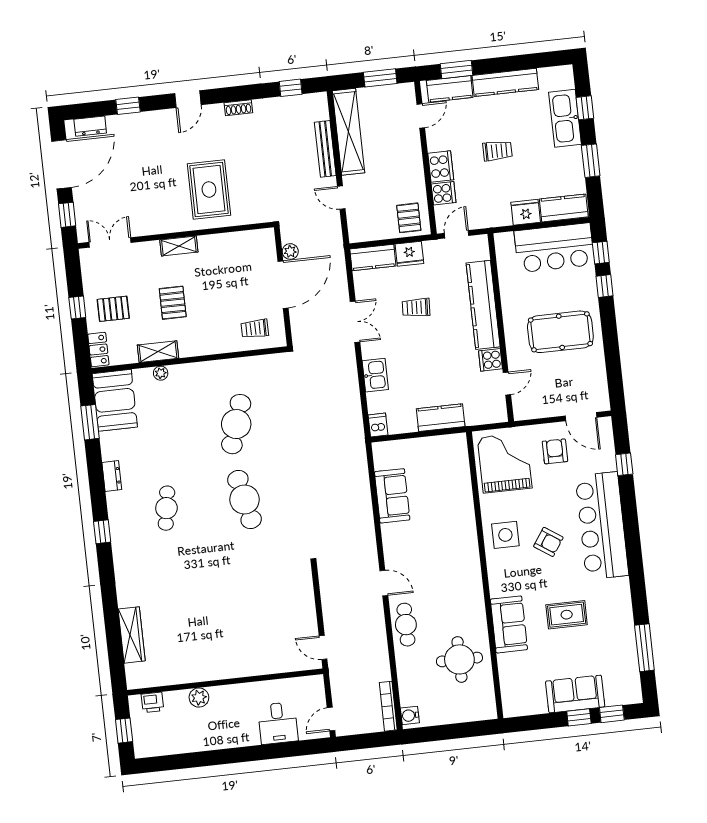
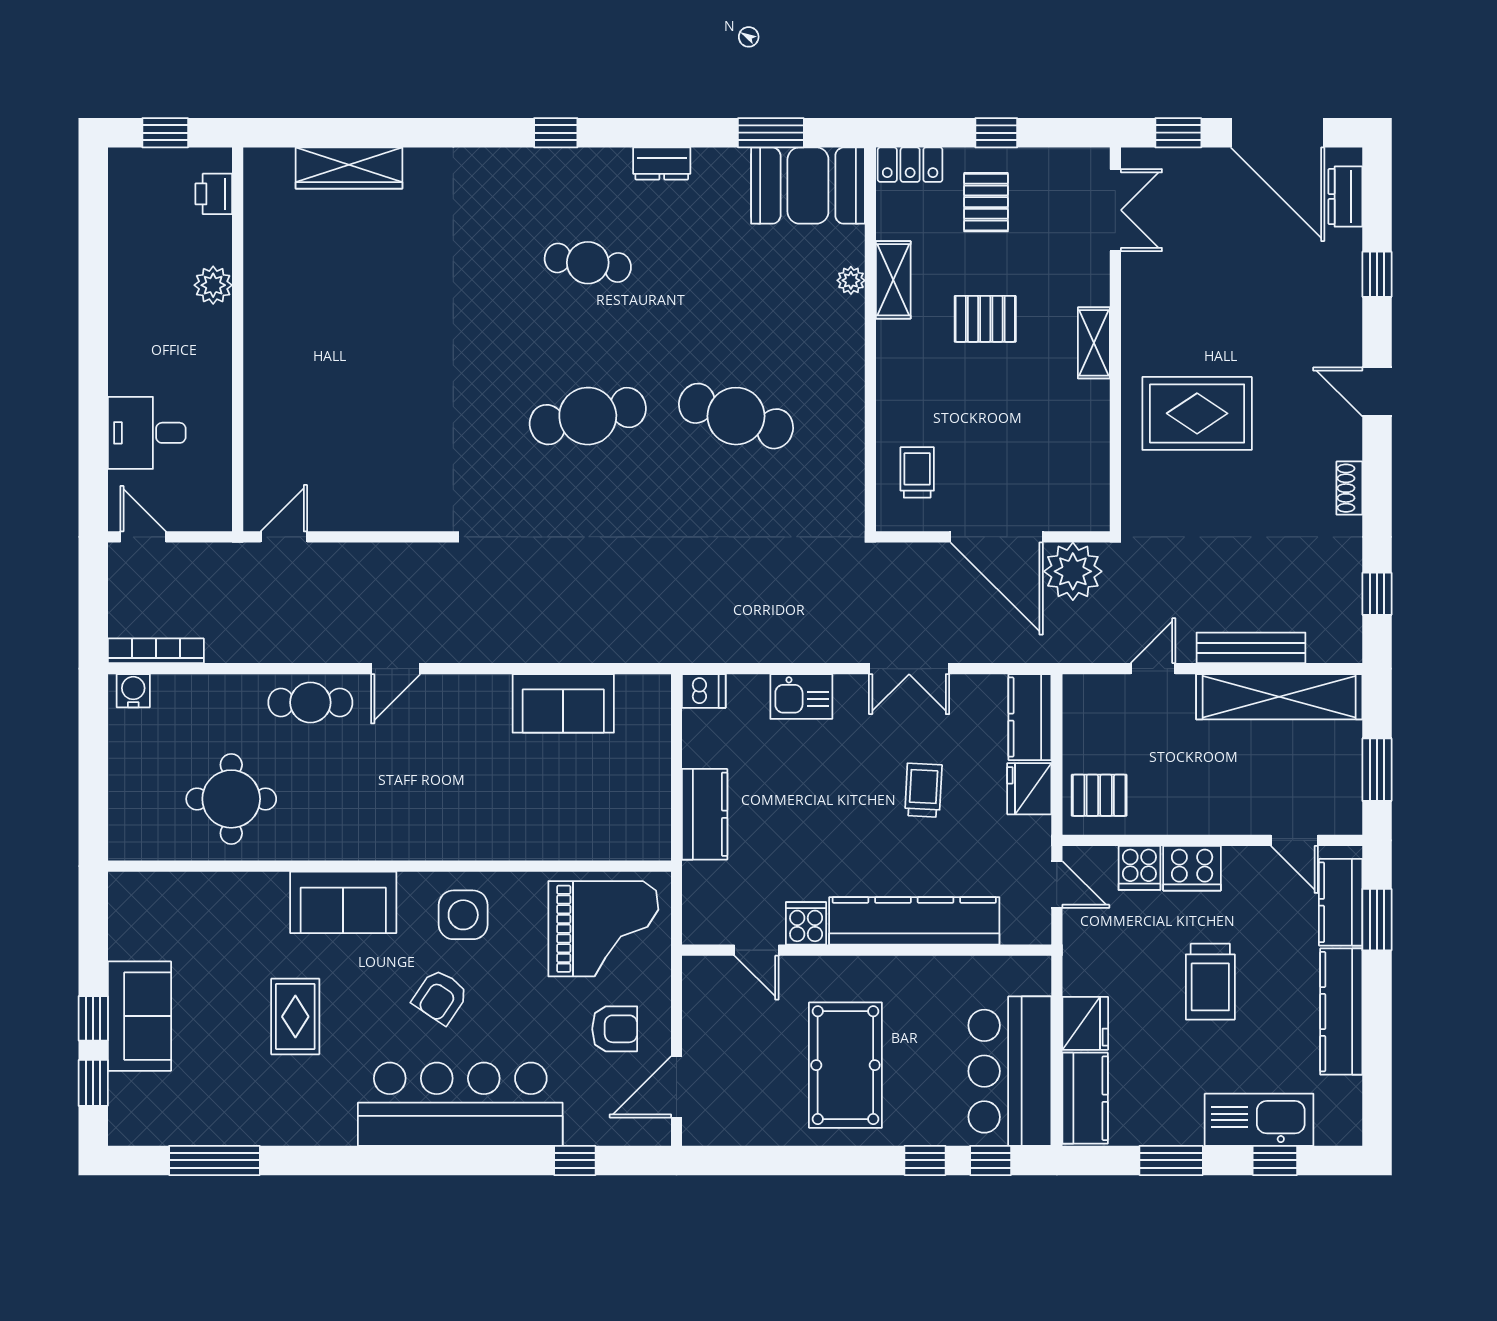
trolley: (497, 151) -> (1210, 982), width x1.36, depth x1.39
plant: (290, 251) -> (1073, 571), width x1.88, depth x1.88
sofa: (509, 624) -> (343, 902), moved

